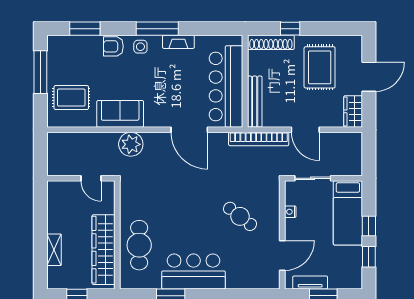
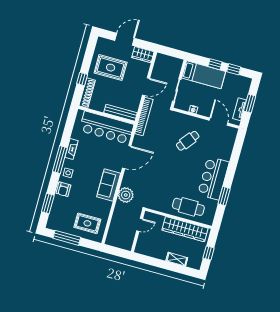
door: (369, 77) -> (125, 39), hinge flipped
rug: (71, 98) -> (87, 223), turned 90
sofa: (120, 114) -> (109, 185), moved

